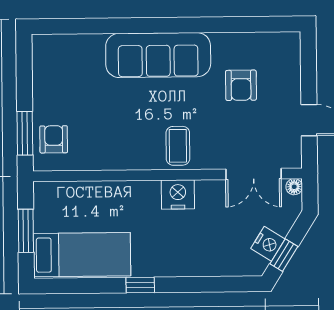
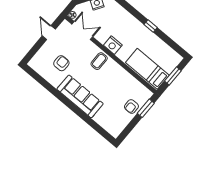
armchair: (54, 139) -> (131, 107), moved
bed: (82, 255) -> (147, 69), moved

